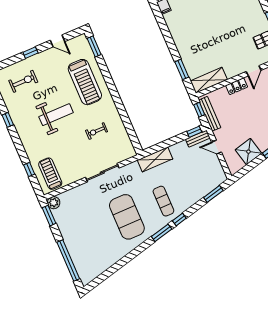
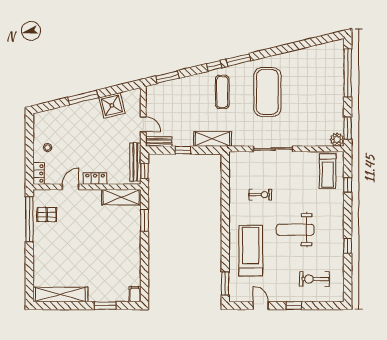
window: (194, 132) -> (183, 150), moved

